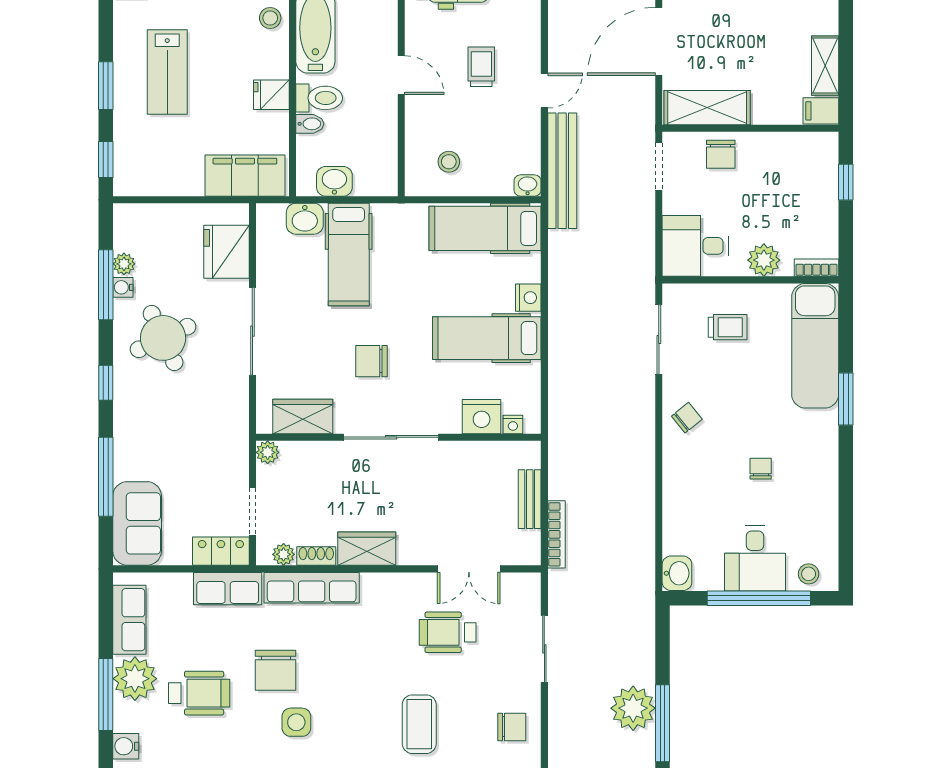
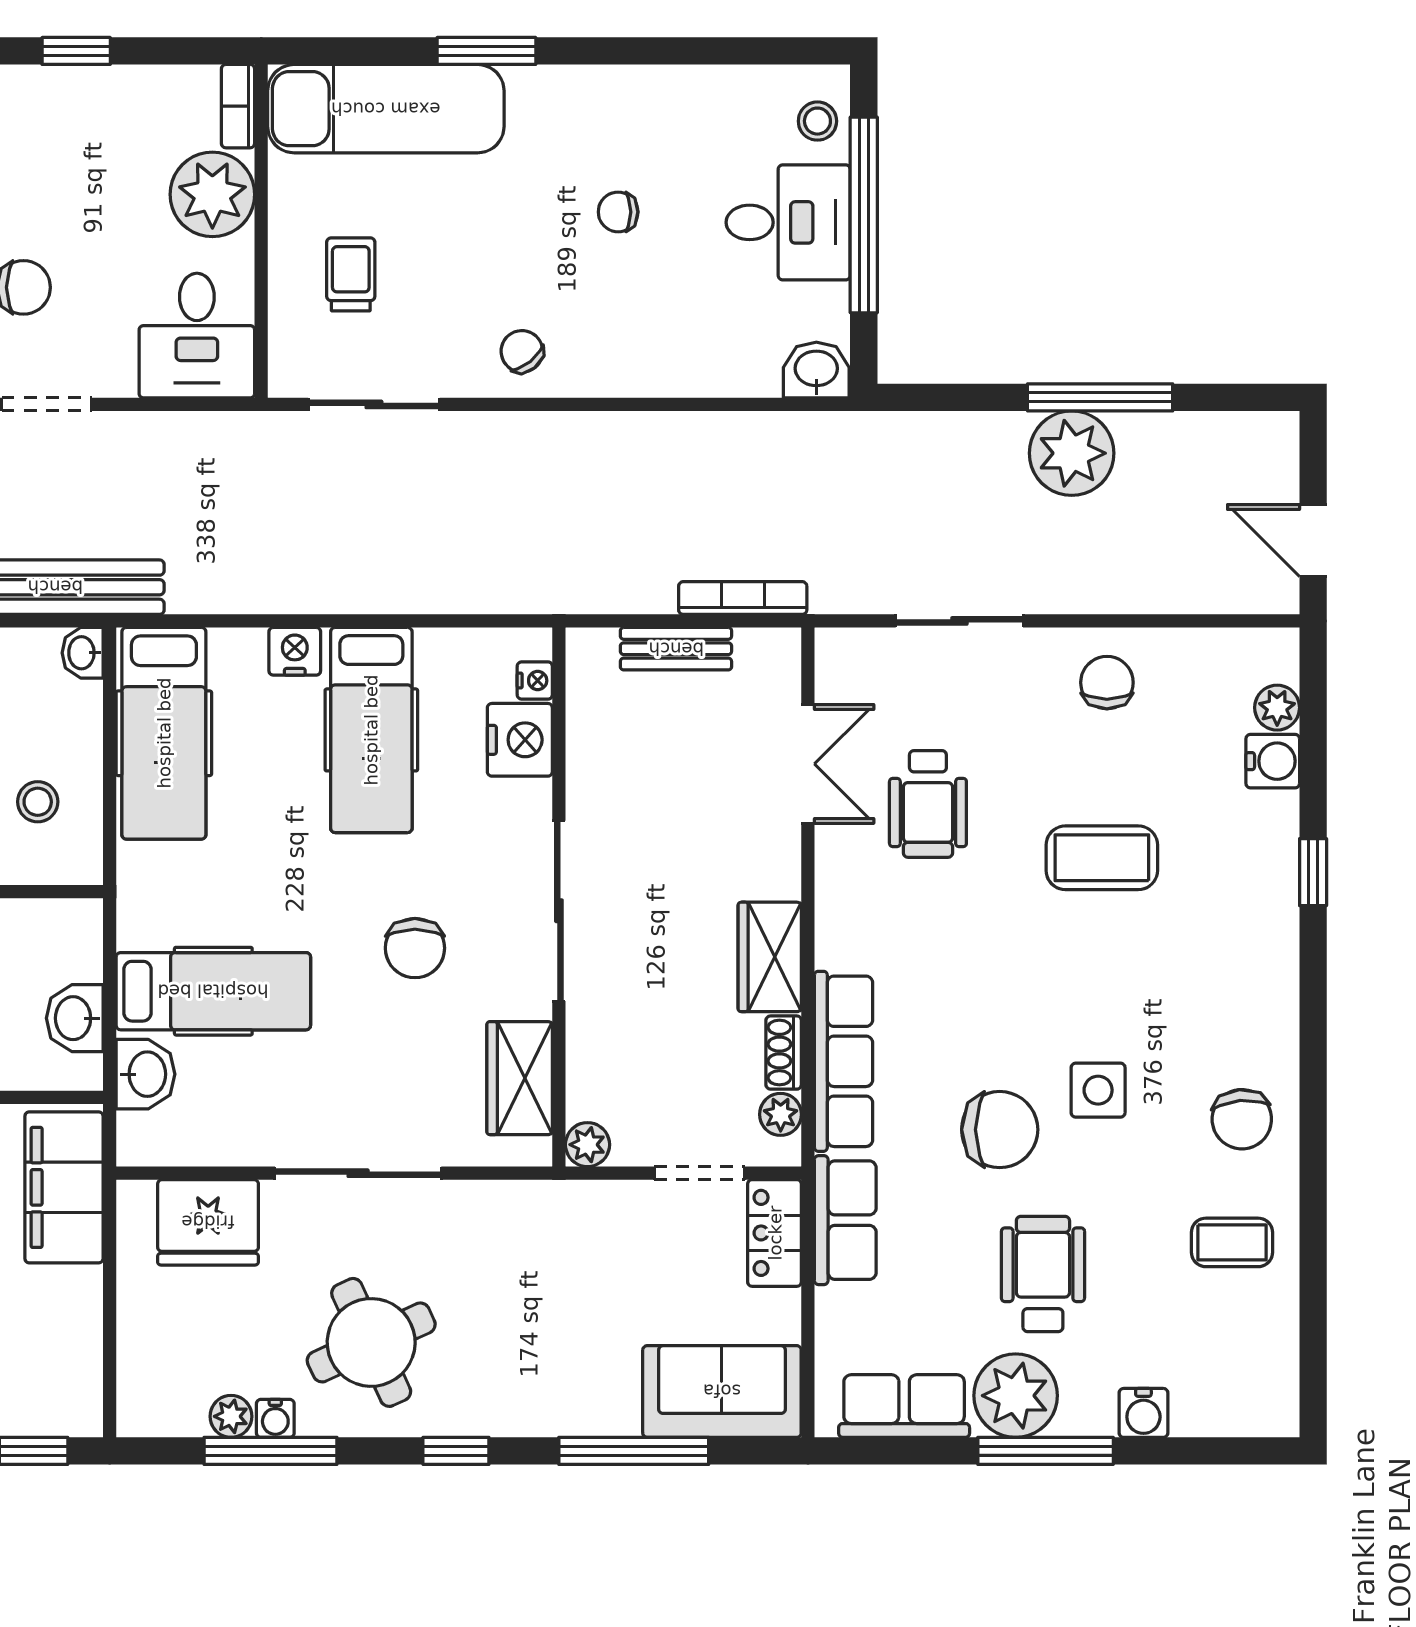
plant: (764, 260) -> (212, 194), width x1.36, depth x1.36

